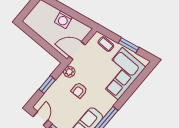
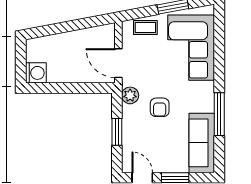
washing machine: (63, 20) -> (36, 73), moved, turned -79
door: (77, 51) -> (118, 63), hinge flipped

